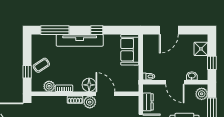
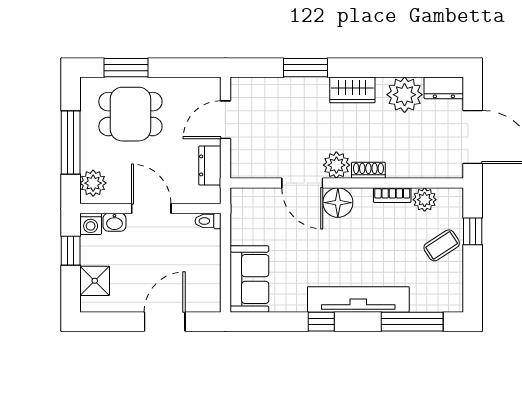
washing machine: (203, 75) -> (91, 224), added

